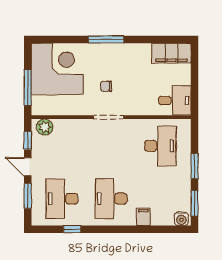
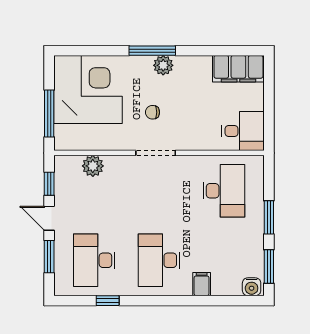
plant: (114, 51) -> (163, 65), added
plant: (45, 127) -> (93, 166), moved

